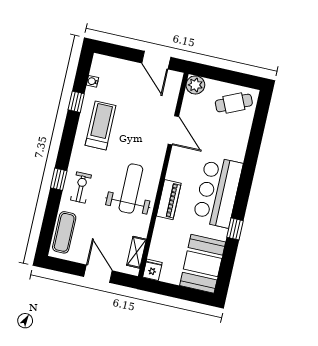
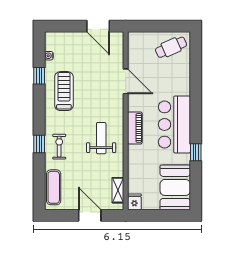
plant: (195, 85) -> (136, 39), removed
weight bench: (131, 189) -> (101, 138), width x0.73, depth x0.75
piano: (169, 200) -> (135, 128), moved

